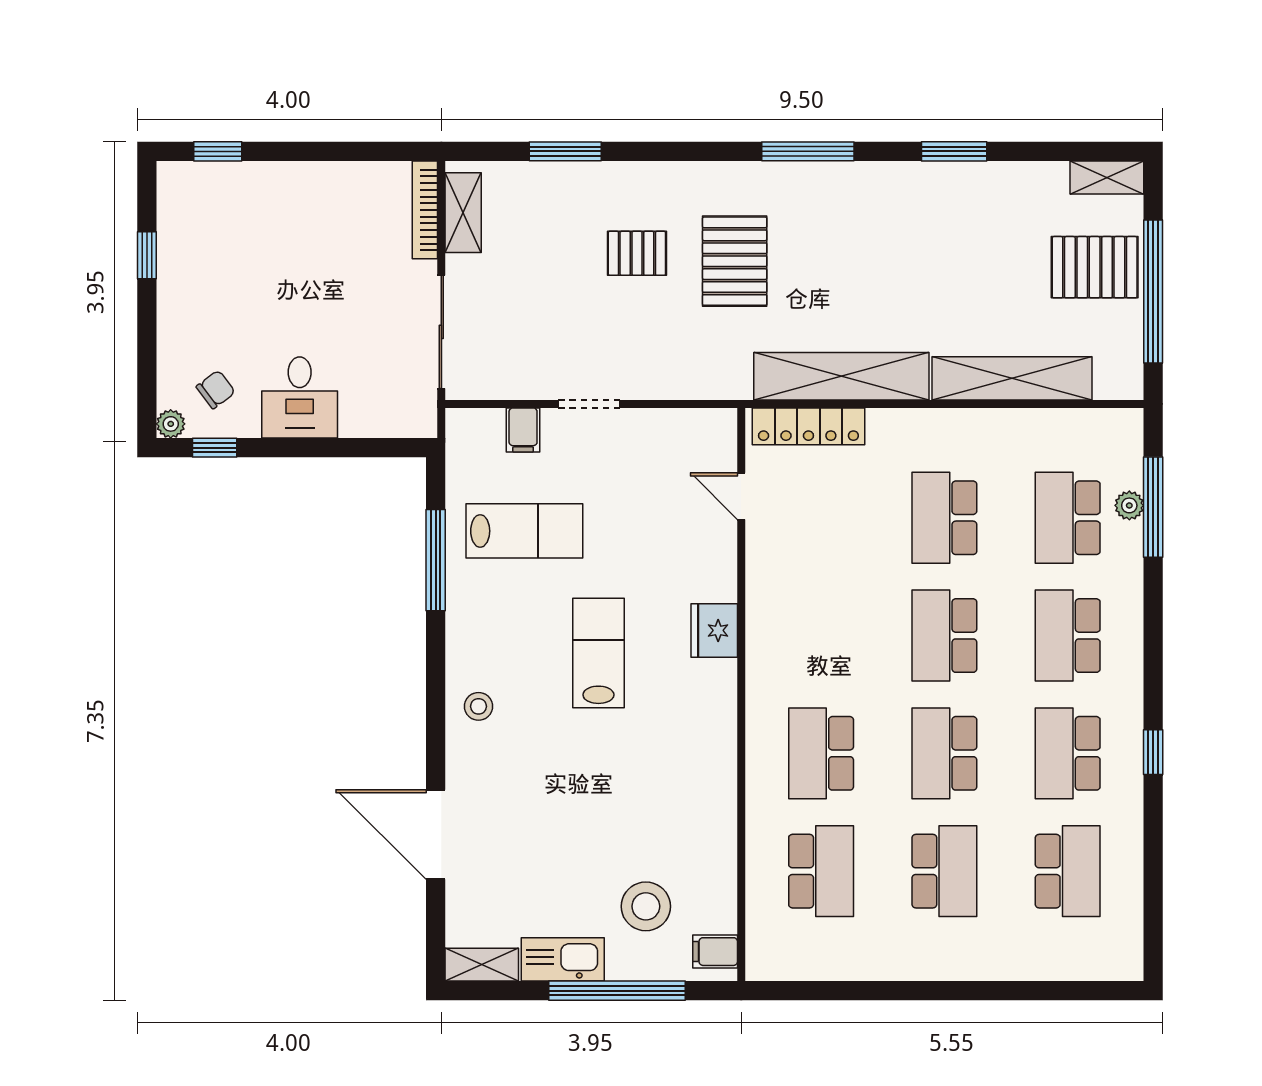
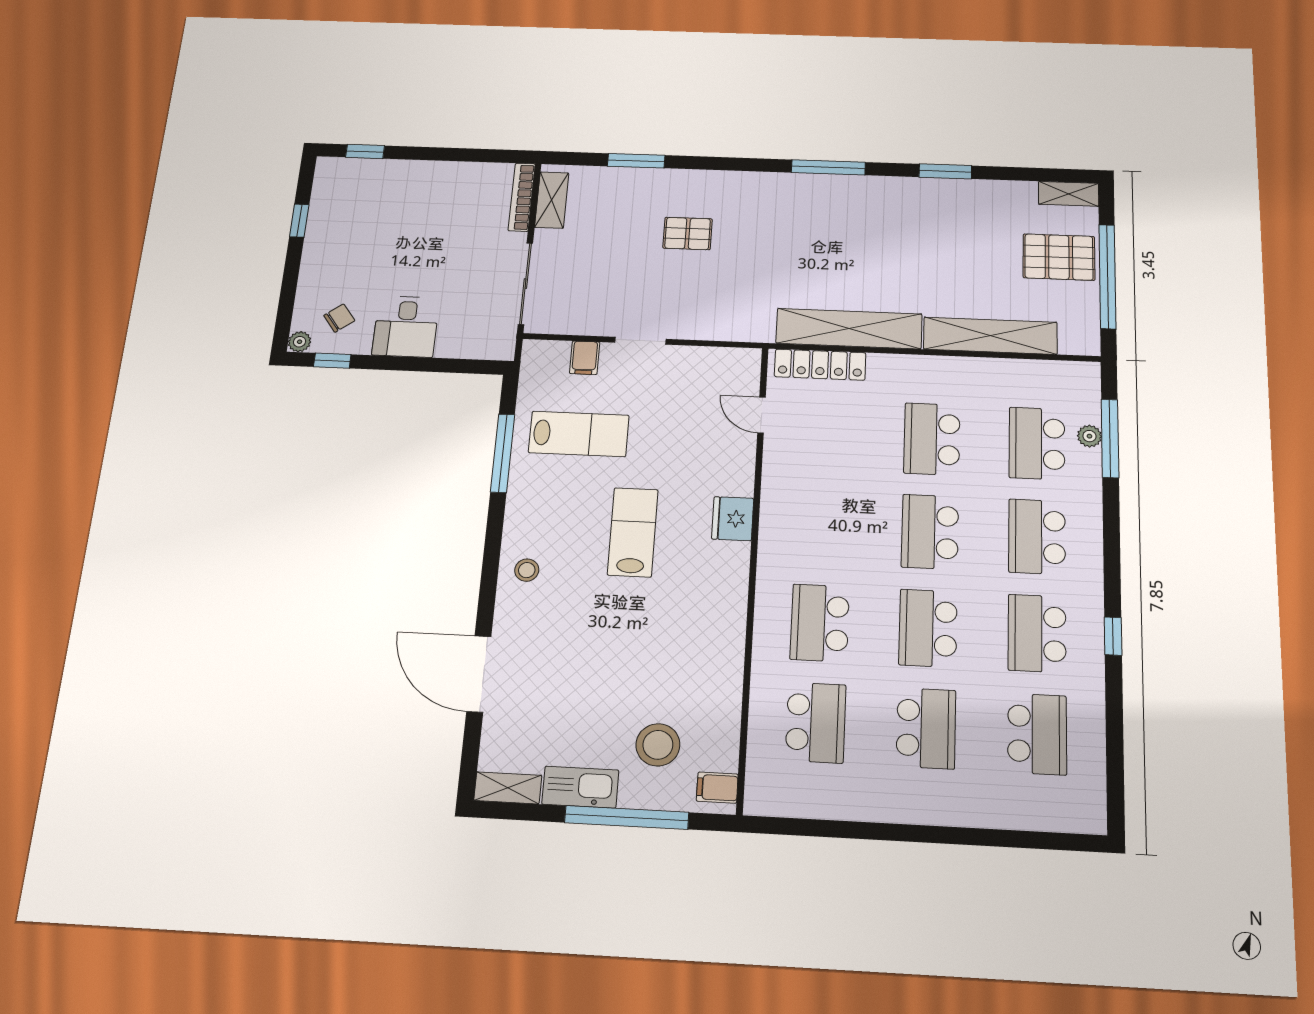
pallet: (735, 261) -> (766, 242), removed

